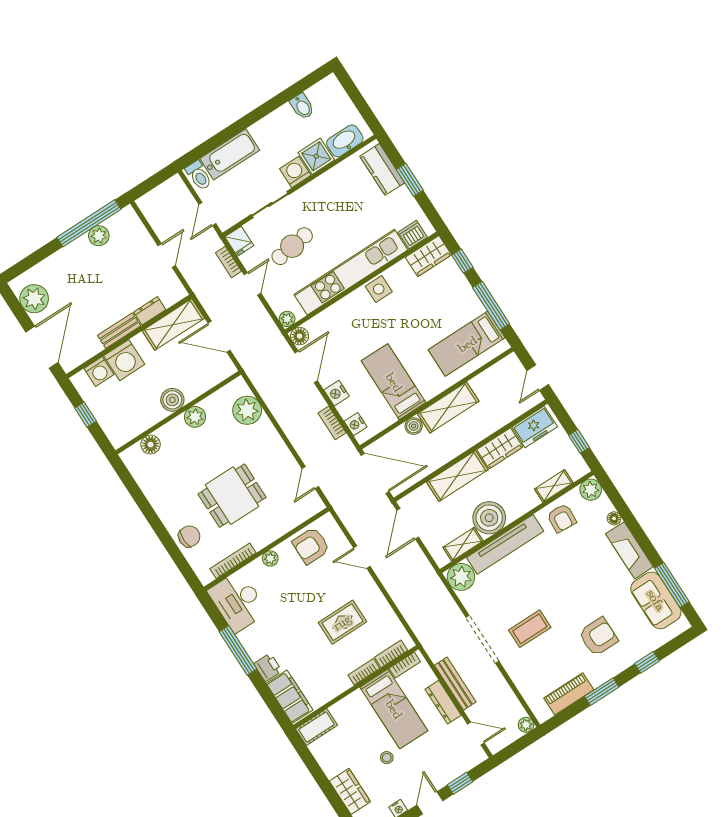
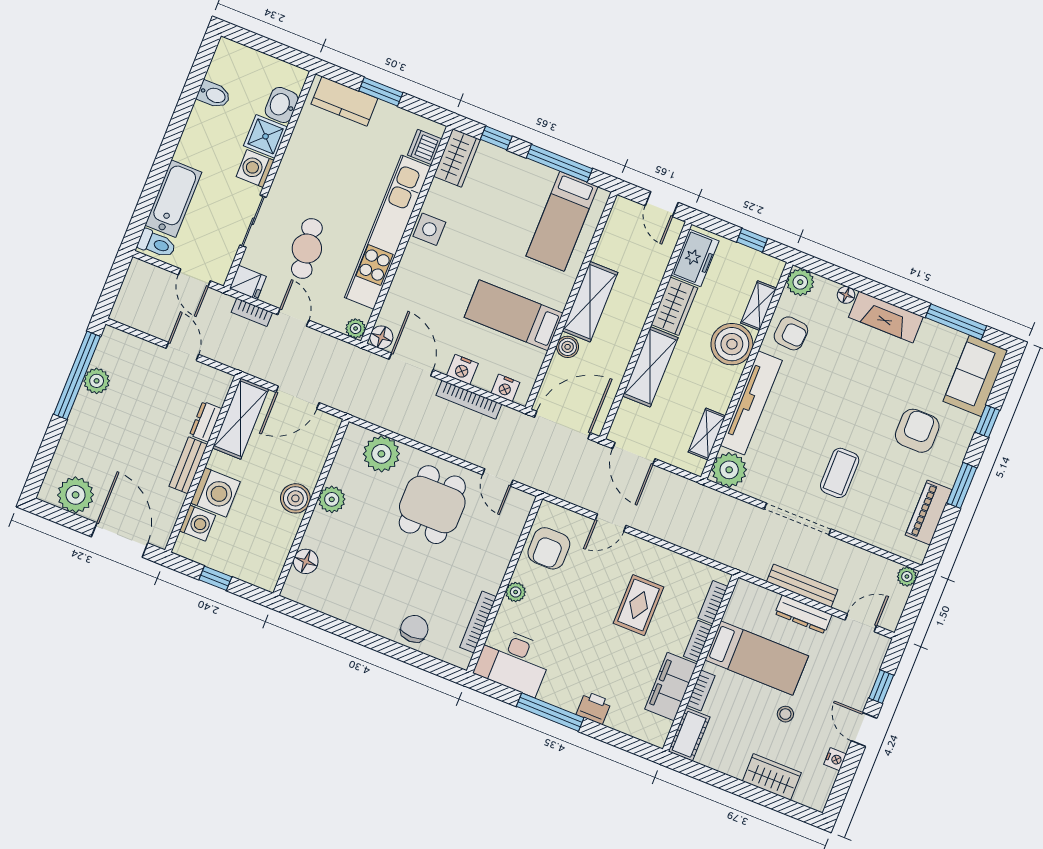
washbasin: (345, 141) -> (282, 105), width x0.72
bookcase: (332, 423) -> (469, 400), width x1.56
dining table: (232, 496) -> (432, 505), moved
boiler: (489, 518) -> (732, 344), moved
sofa: (656, 600) -> (975, 376), moved, turned 90
bookcase: (405, 665) -> (701, 690), moved
filing cabinet: (290, 697) -> (671, 687), moved, turned -90

